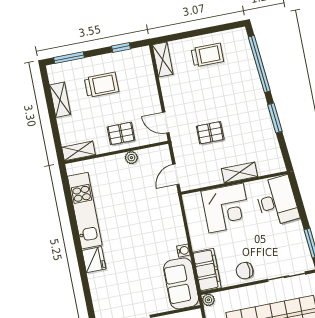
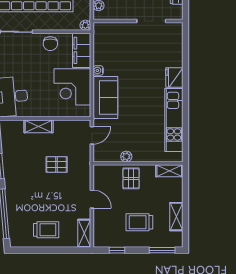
trolley: (207, 55) -> (46, 230), turned 180
door: (166, 123) -> (92, 199), moved
pallet: (121, 133) -> (131, 178), turned 90
corner desk: (226, 208) -> (72, 87), moved, turned -90
chair: (245, 271) -> (50, 44), turned 90
sofa: (181, 283) -> (105, 98), moved

